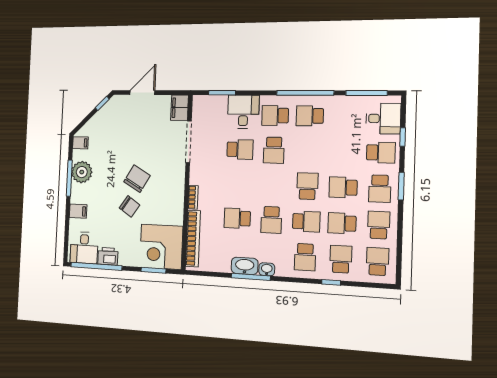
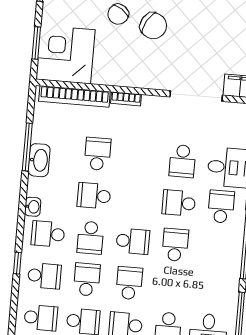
school desk: (310, 116) -> (175, 245), moved
washbasin: (267, 269) -> (33, 207), moved
window: (251, 277) -> (27, 147), moved

